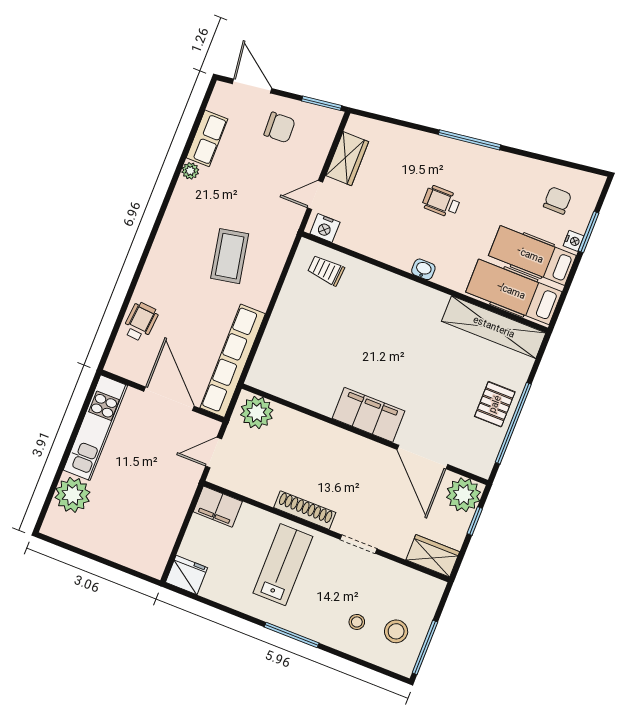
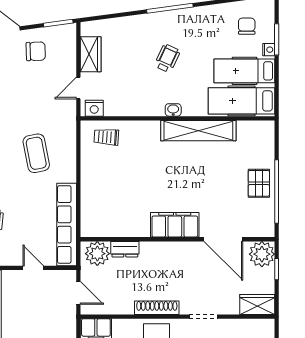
wheelchair: (441, 202) -> (167, 58), turned 115
shelving: (494, 327) -> (198, 131), moved
door: (169, 399) -> (33, 268), width x0.53
dresser: (294, 421) -> (125, 249), added
door: (214, 453) -> (78, 293), swing flipped

